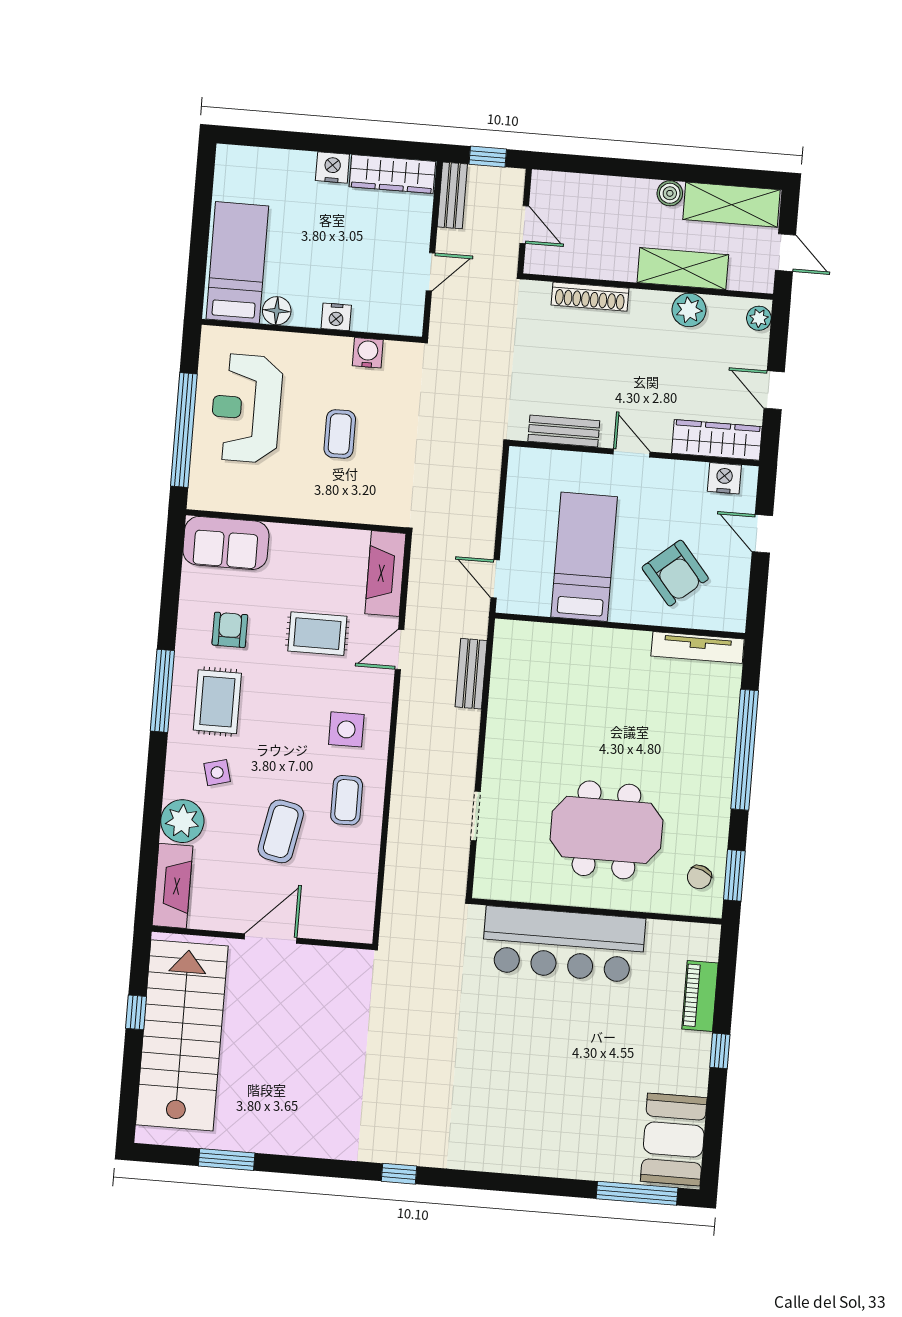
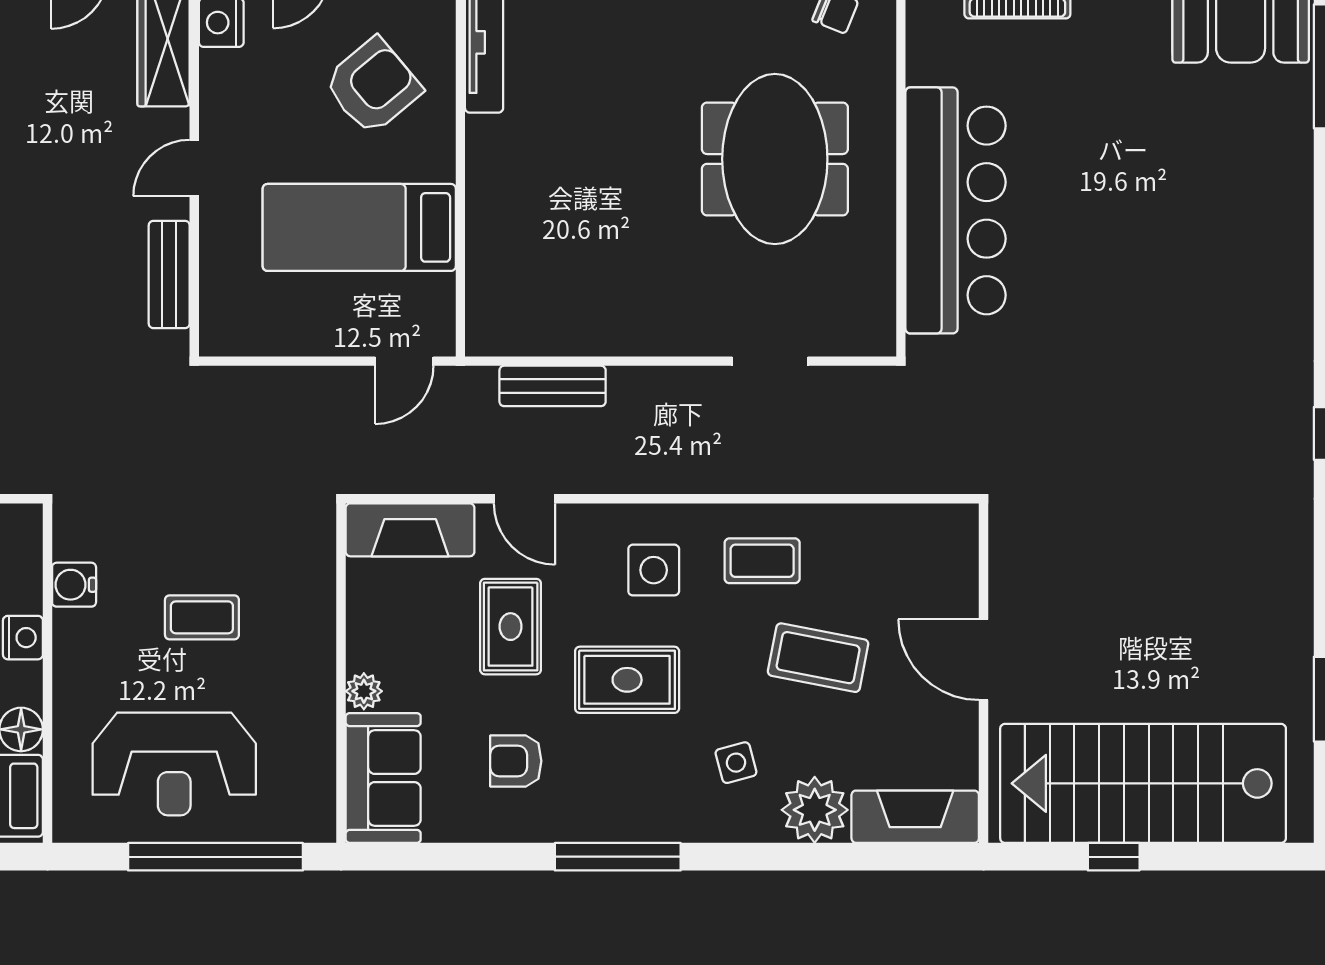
plant: (283, 535) -> (364, 691), added
rug: (217, 702) -> (627, 680), moved

